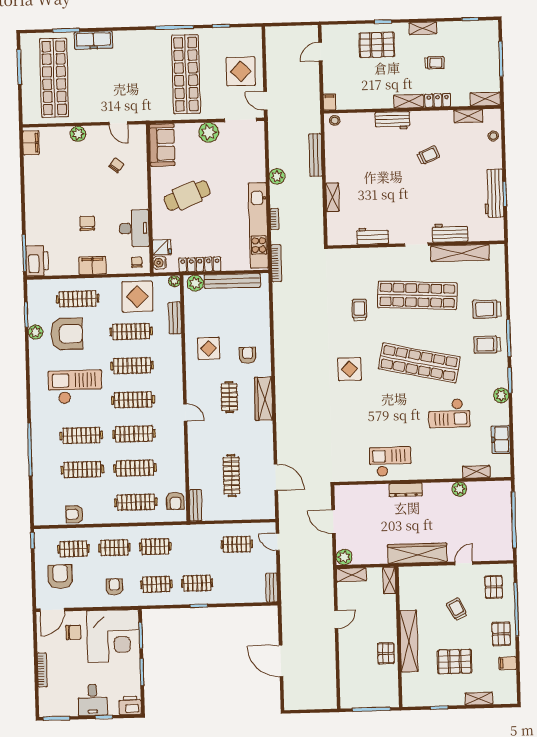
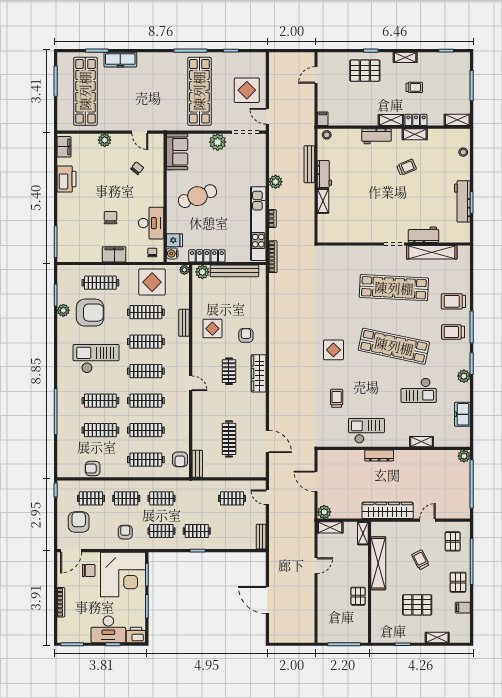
shelving: (468, 116) -> (415, 134), moved
workbench: (373, 236) -> (324, 174), moved, turned 90
printer: (37, 261) -> (67, 179), moved
trolley: (359, 310) -> (337, 398), moved
bench: (175, 318) -> (184, 323), moved
shelving: (476, 472) -> (421, 442), moved
plant: (459, 489) -> (464, 456), moved
shelving: (409, 641) -> (378, 563), moved
desk: (93, 700) -> (108, 629), width x1.37

